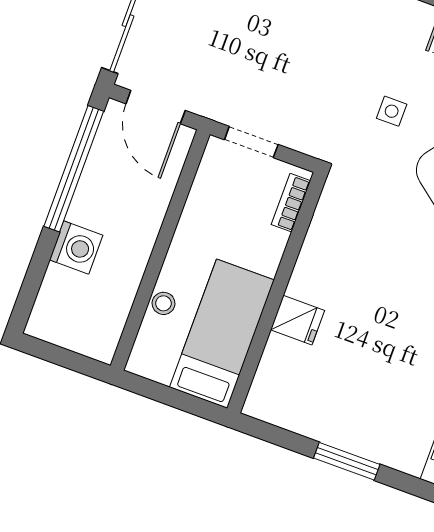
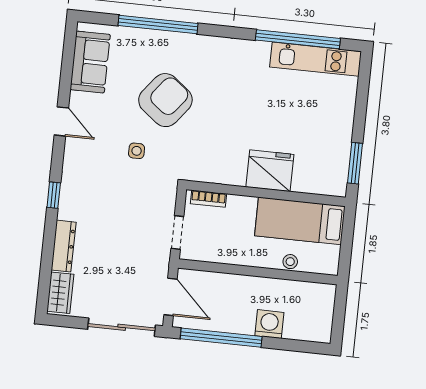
door: (156, 107) -> (171, 297), hinge flipped
fridge: (297, 320) -> (270, 171), width x1.88, depth x1.34
window: (347, 461) -> (355, 163), moved

